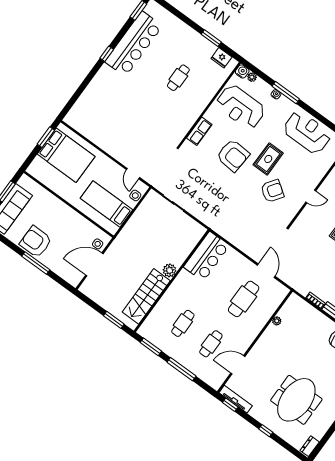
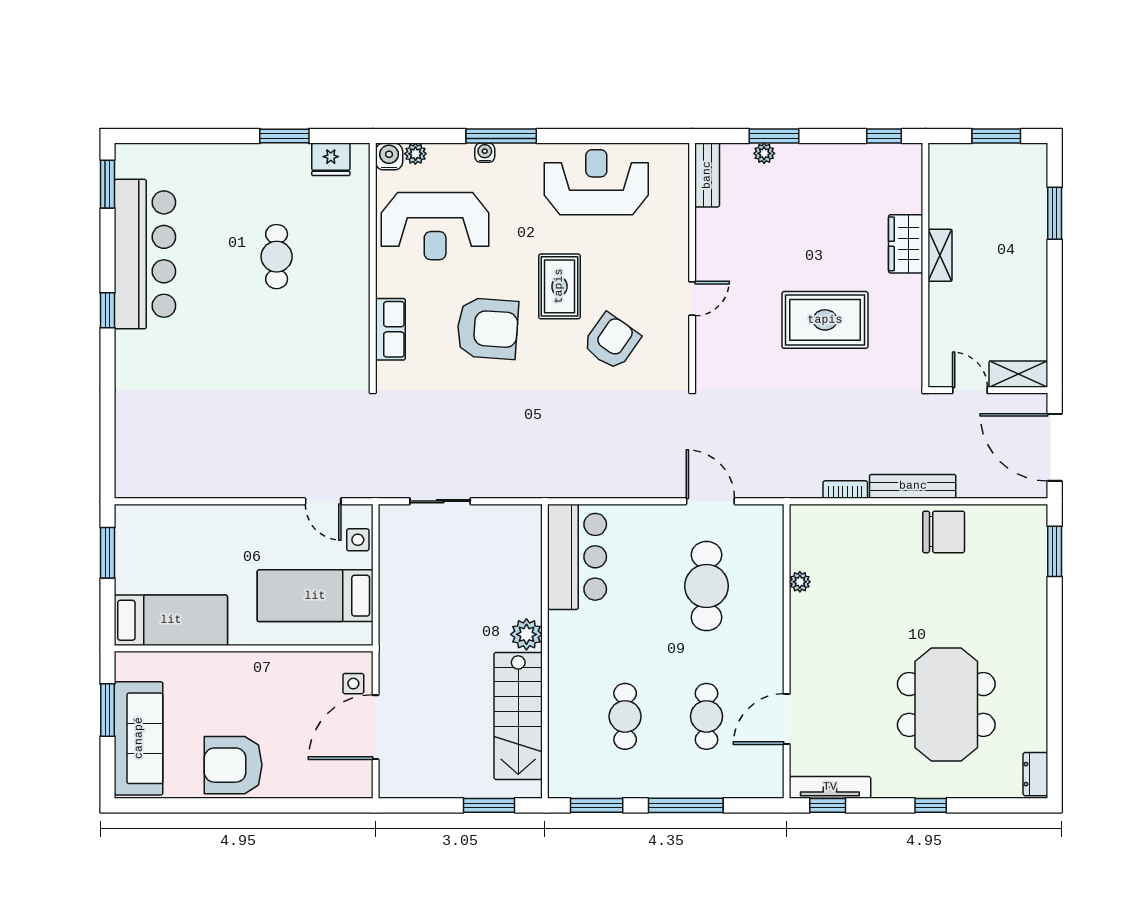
bed: (66, 155) -> (171, 620), moved, width x0.67
window: (36, 263) -> (262, 805), removed

